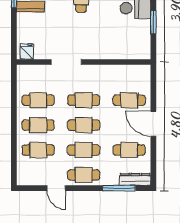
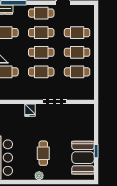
fridge: (27, 52) -> (30, 110), moved

